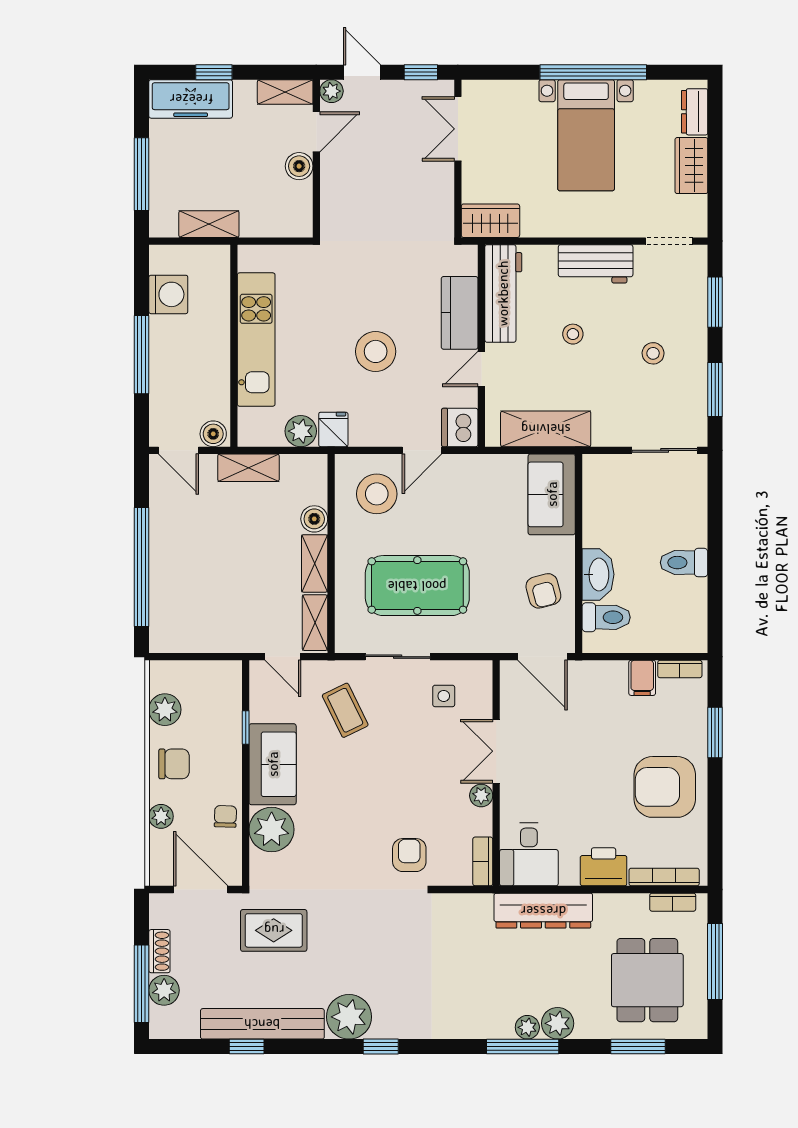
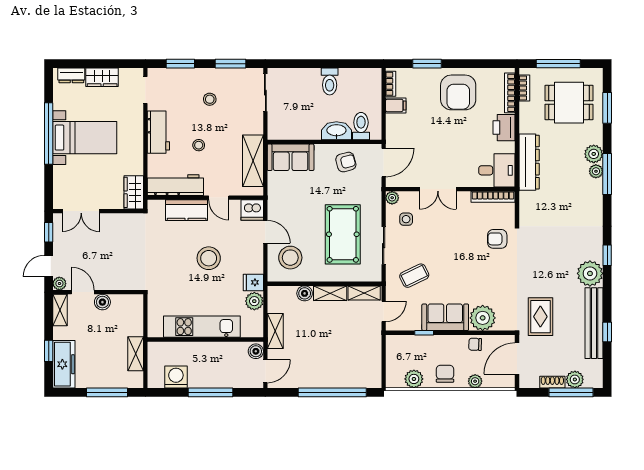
plant: (481, 796) -> (392, 198), moved
bookcase: (483, 861) -> (493, 197), width x1.56

